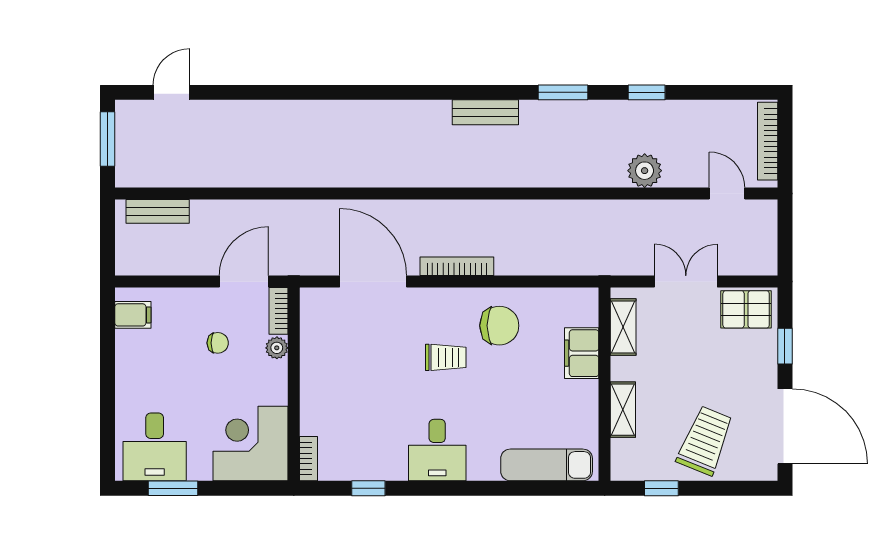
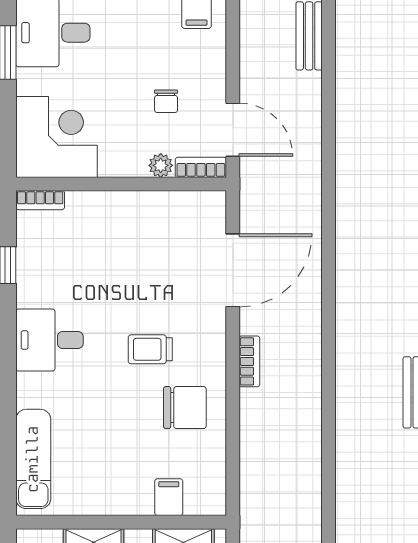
bookcase: (457, 266) -> (249, 361), width x0.64
chair: (499, 326) -> (185, 408), turned -90
filing cabinet: (582, 353) -> (169, 497), width x0.50
trolley: (446, 357) -> (150, 349), turned 90

